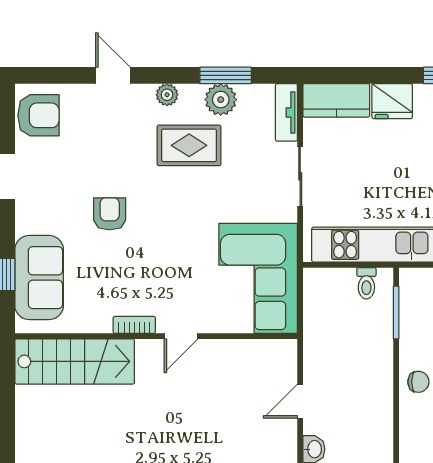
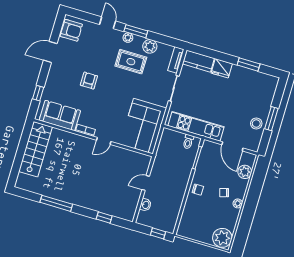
window: (226, 75) -> (136, 31), moved
sofa: (39, 278) -> (60, 115), moved, turned -90
stairs: (75, 361) -> (36, 149), moved, turned -90

